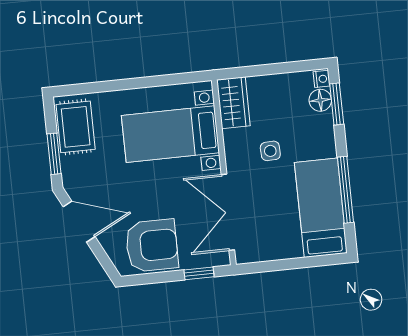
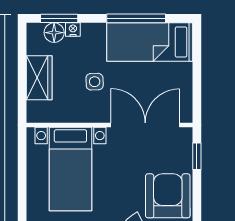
nightstand: (322, 79) -> (73, 29), moved
wardrobe: (233, 103) -> (39, 78), moved, turned 90
double door: (228, 212) -> (145, 125), swing flipped

